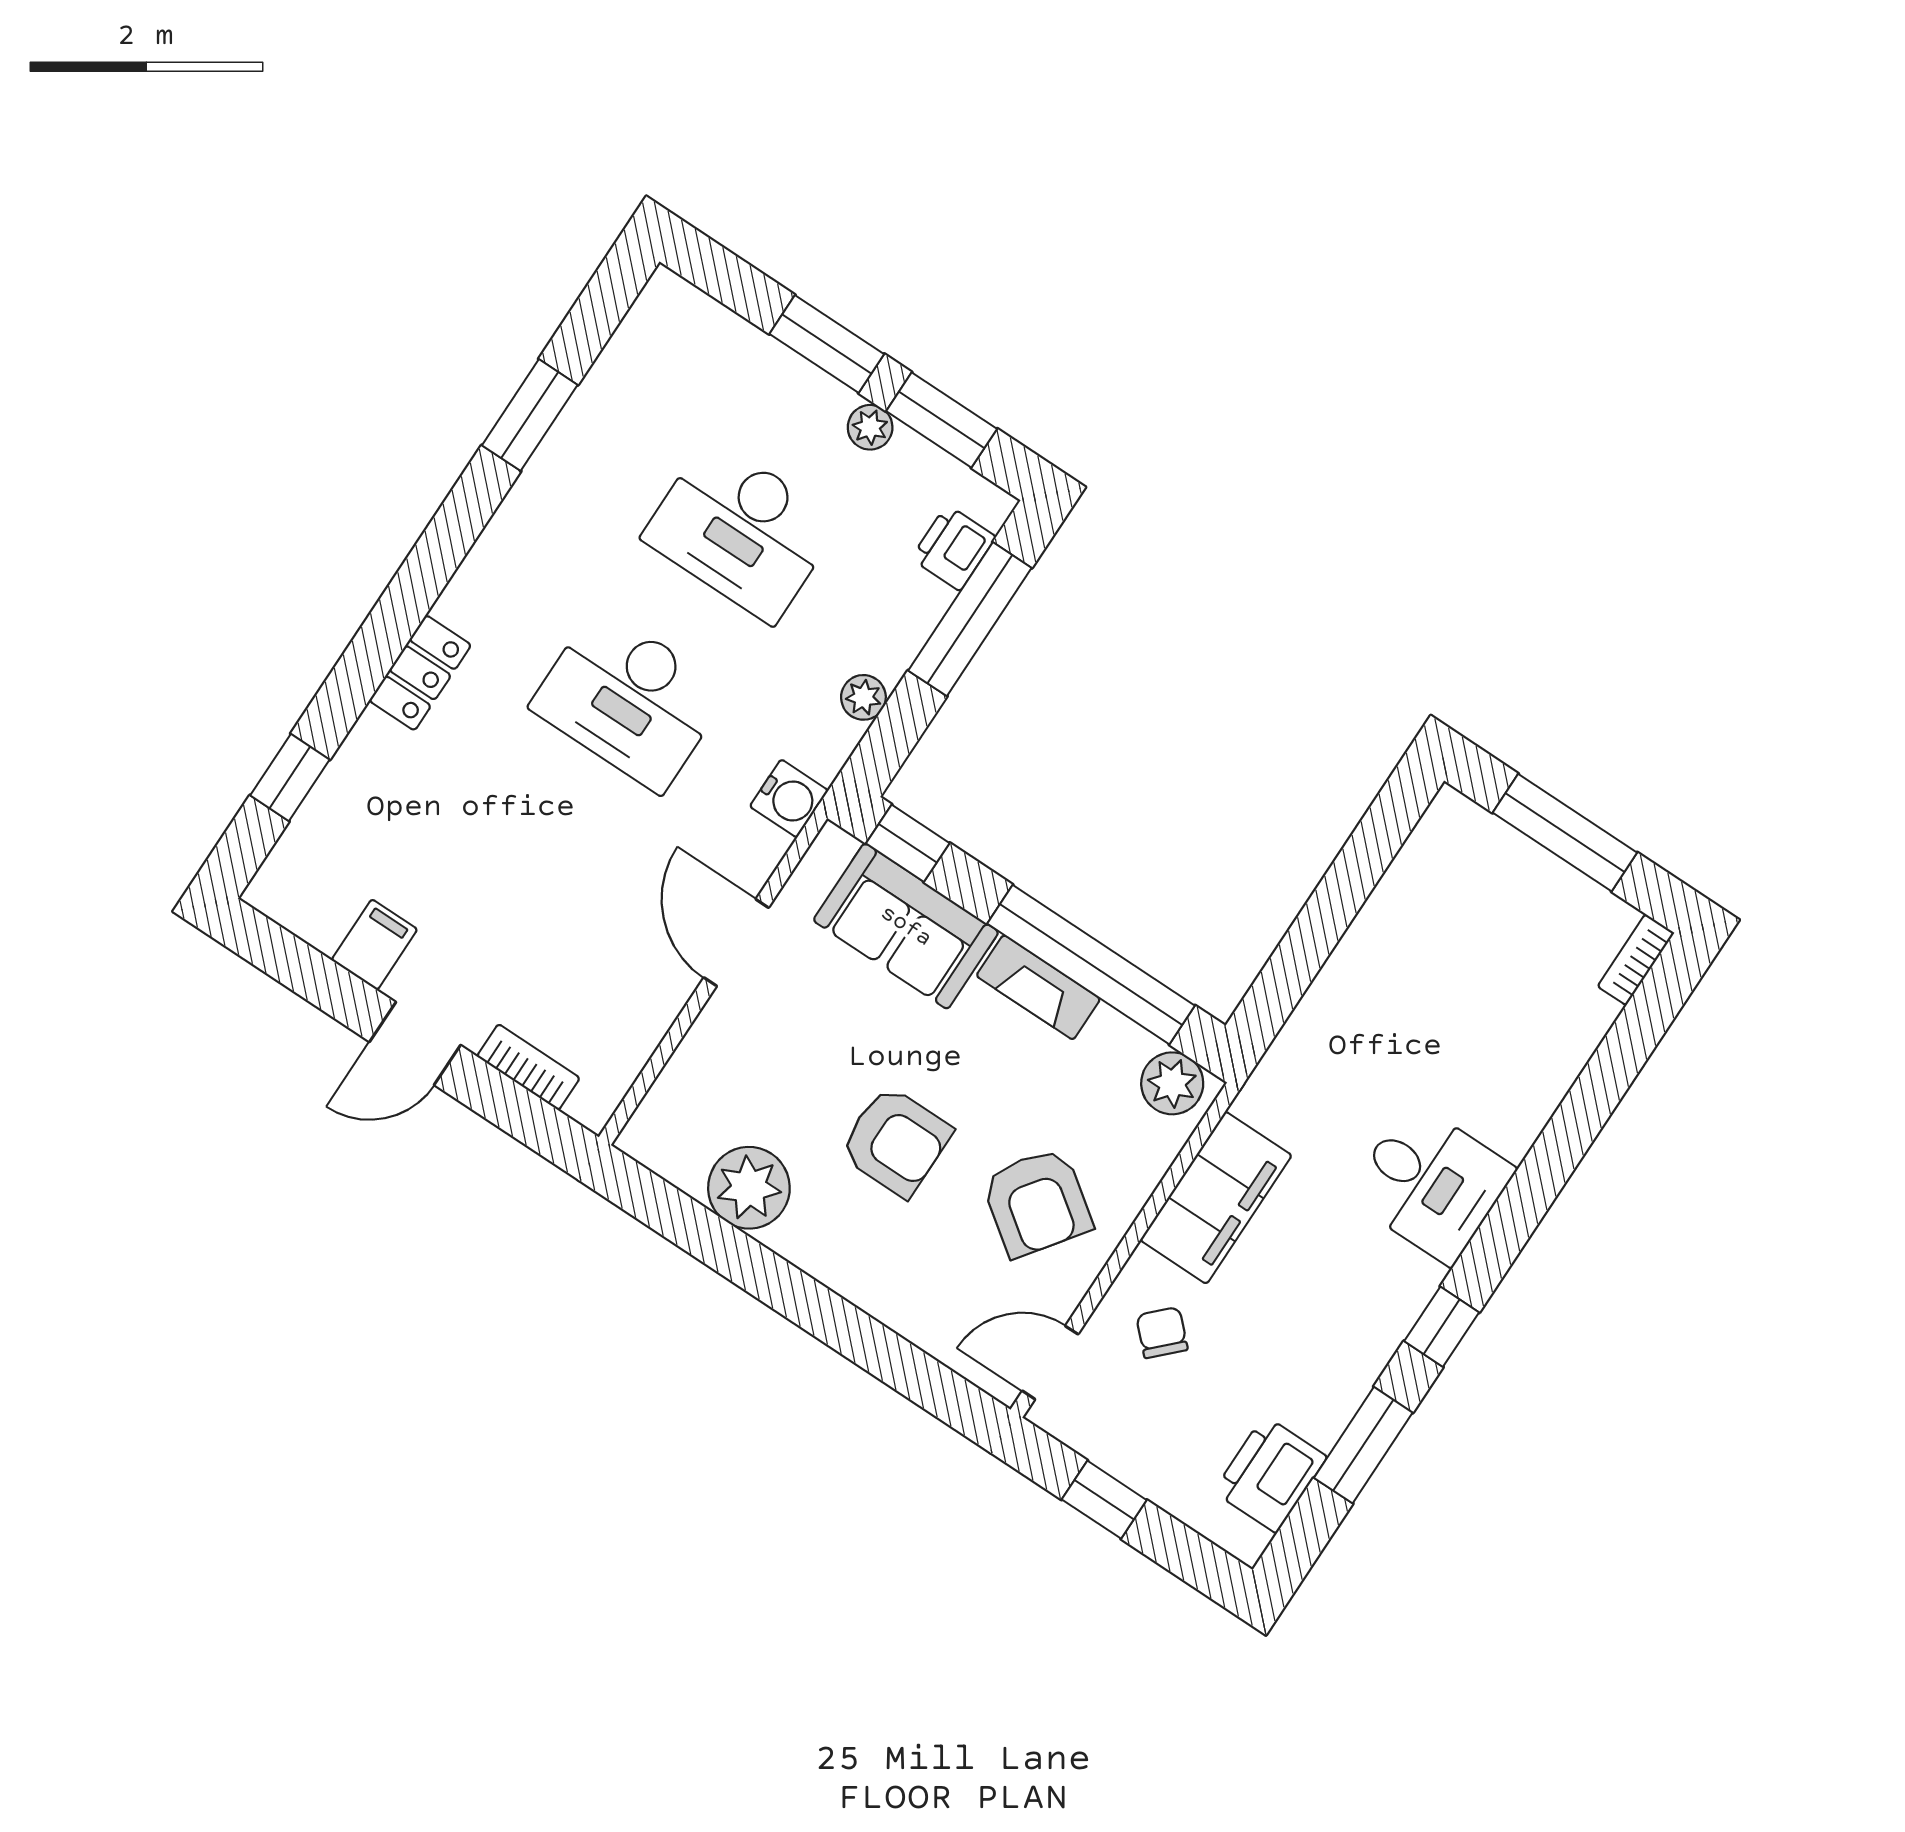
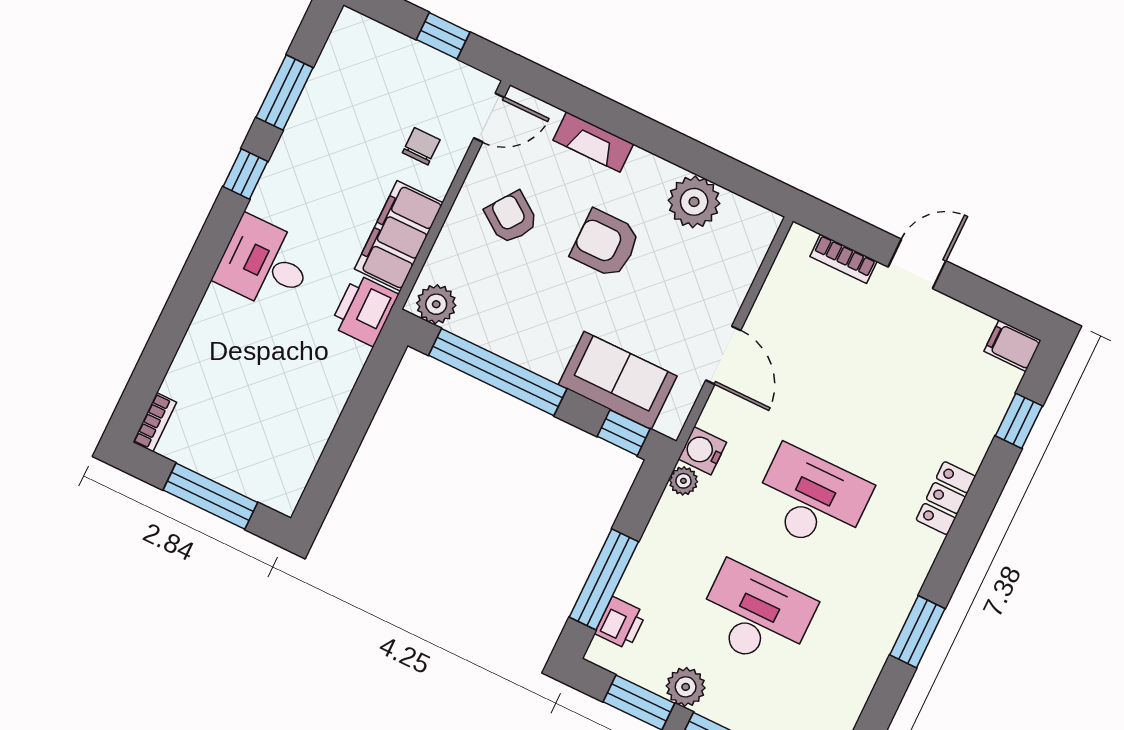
window: (530, 415) -> (917, 632), moved
plant: (870, 427) -> (686, 687), width x1.38, depth x1.38
plant: (863, 697) -> (683, 481), moved
filing cabinet: (374, 945) -> (1013, 346), moved, turned 90
fireplace: (1038, 987) -> (593, 142), moved, turned 180
armchair: (1037, 1202) -> (511, 218), width x0.72, depth x0.72
chair: (1162, 1333) -> (421, 146), turned -135
printer: (1270, 1474) -> (364, 310), moved, turned 180

